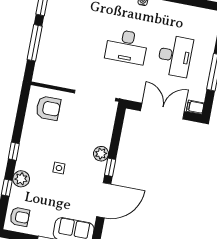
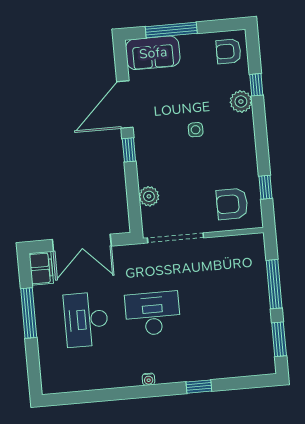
filing cabinet: (195, 107) -> (41, 268), width x2.00
window: (14, 151) -> (265, 187), moved
plant: (101, 154) -> (149, 196), moved

